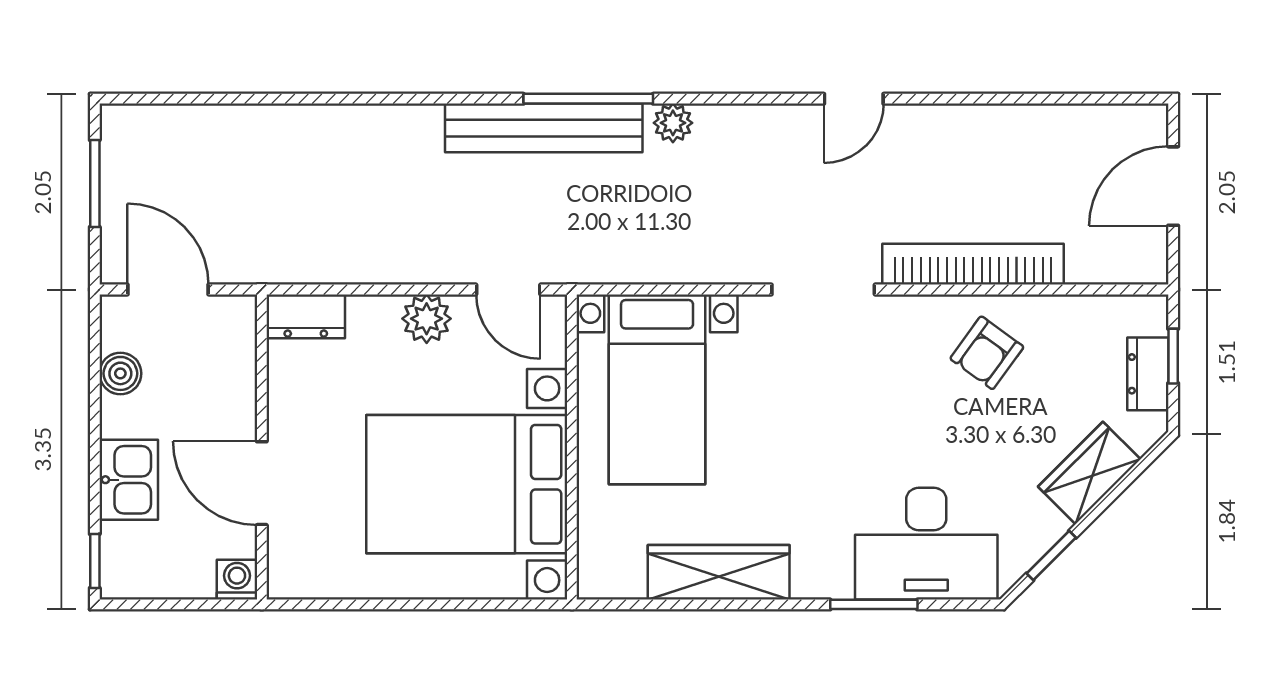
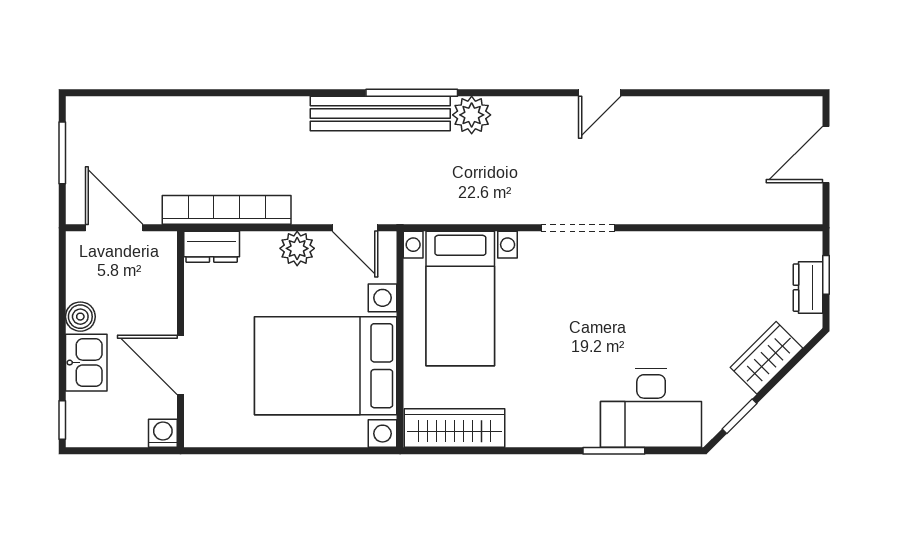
plant: (673, 123) -> (472, 115), width x1.38, depth x1.38
bookcase: (973, 264) -> (227, 210), moved
armchair: (987, 353) -> (694, 273), removed
boiler: (120, 373) -> (80, 317), moved
wardrobe: (719, 572) -> (455, 428), moved

